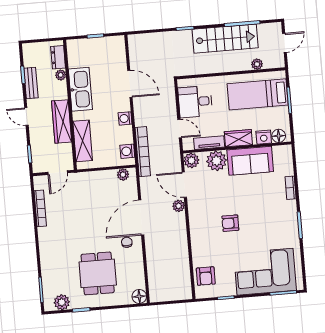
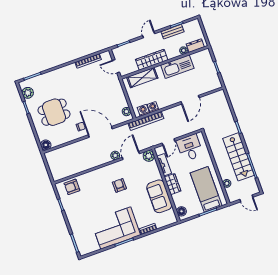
washing machine: (125, 118) -> (153, 107), moved
nightstand: (264, 137) -> (178, 201), removed
plant: (217, 161) -> (153, 173), removed
armchair: (230, 223) -> (119, 185), moved
corner sofa: (265, 272) -> (116, 228), moved, turned -90

